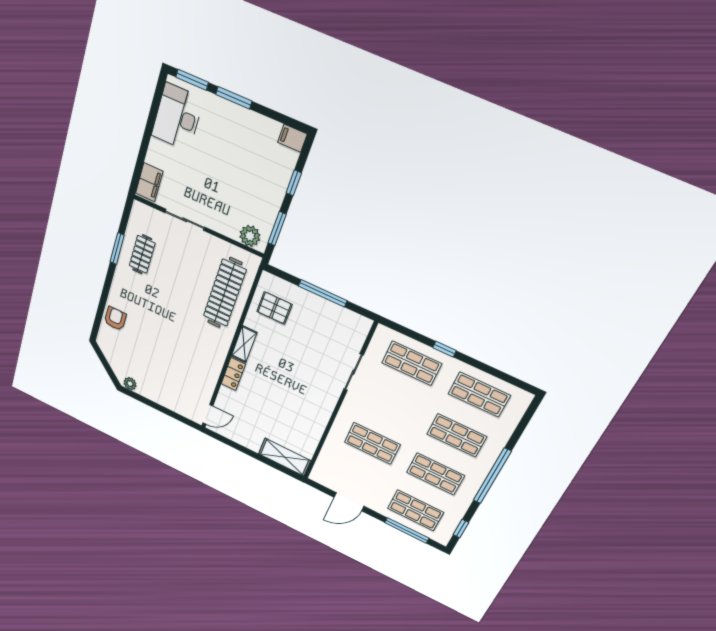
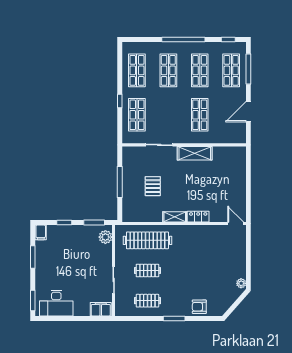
window: (234, 98) -> (33, 257), moved
window: (117, 249) -> (174, 318), moved
clothes rail: (183, 274) -> (147, 271), added
pallet: (274, 308) -> (153, 186), moved
shelving: (285, 457) -> (195, 153), moved, turned 90
door: (349, 502) -> (248, 112), swing flipped

